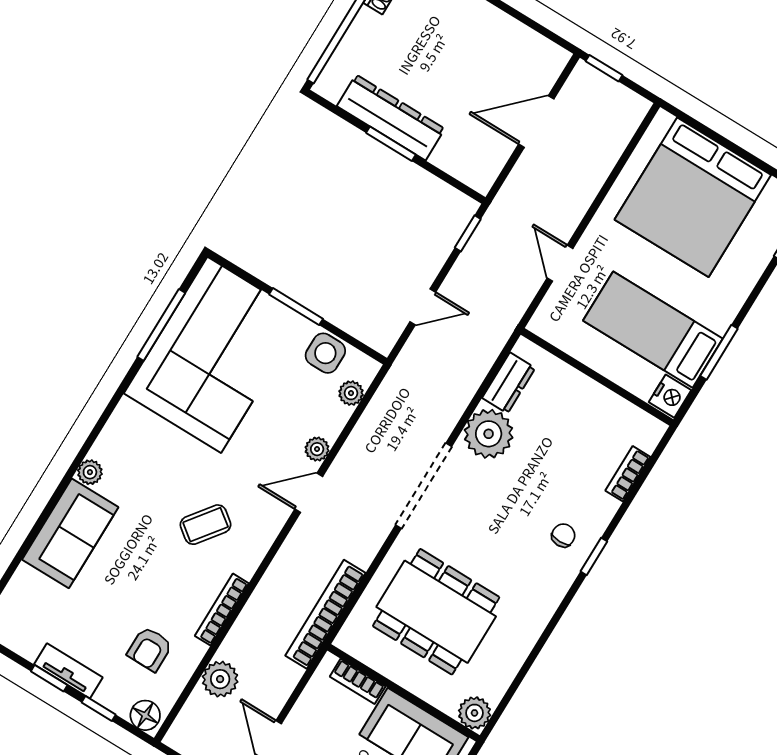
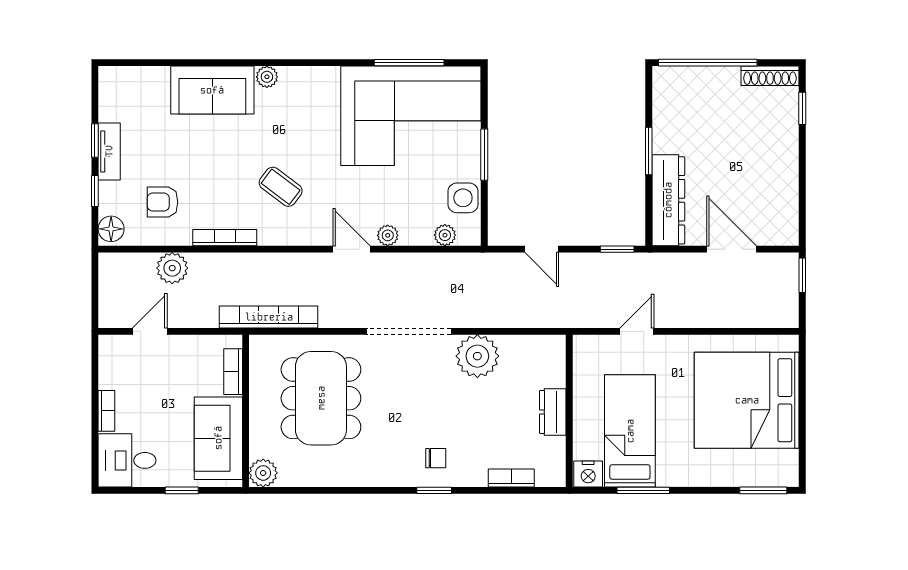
dresser: (391, 117) -> (668, 200), moved
dresser: (509, 383) -> (553, 412), moved, turned 90

